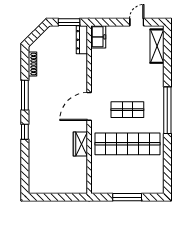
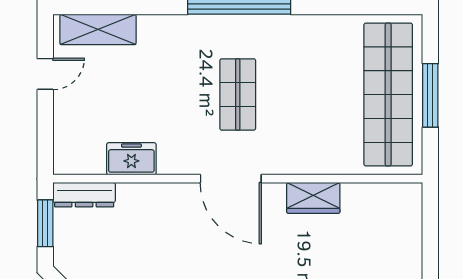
door: (137, 22) -> (45, 74), swing flipped
freezer: (98, 37) -> (131, 159), moved
shop shelf: (127, 144) -> (388, 94), moved

